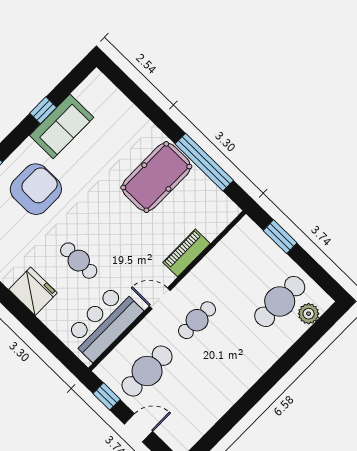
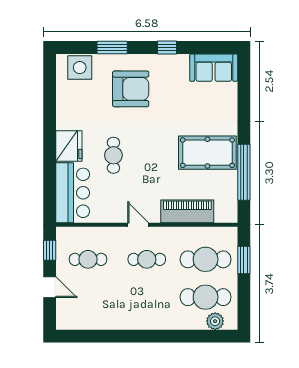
window: (43, 110) -> (167, 48), moved
sofa: (62, 126) -> (214, 68), moved
piano: (187, 253) -> (187, 211), width x1.37, depth x1.33
cafe table: (247, 269) -> (206, 259), added
bar counter: (104, 323) -> (73, 193), moved, turned 90
cafe table: (147, 371) -> (88, 259), width x0.73, depth x0.74

